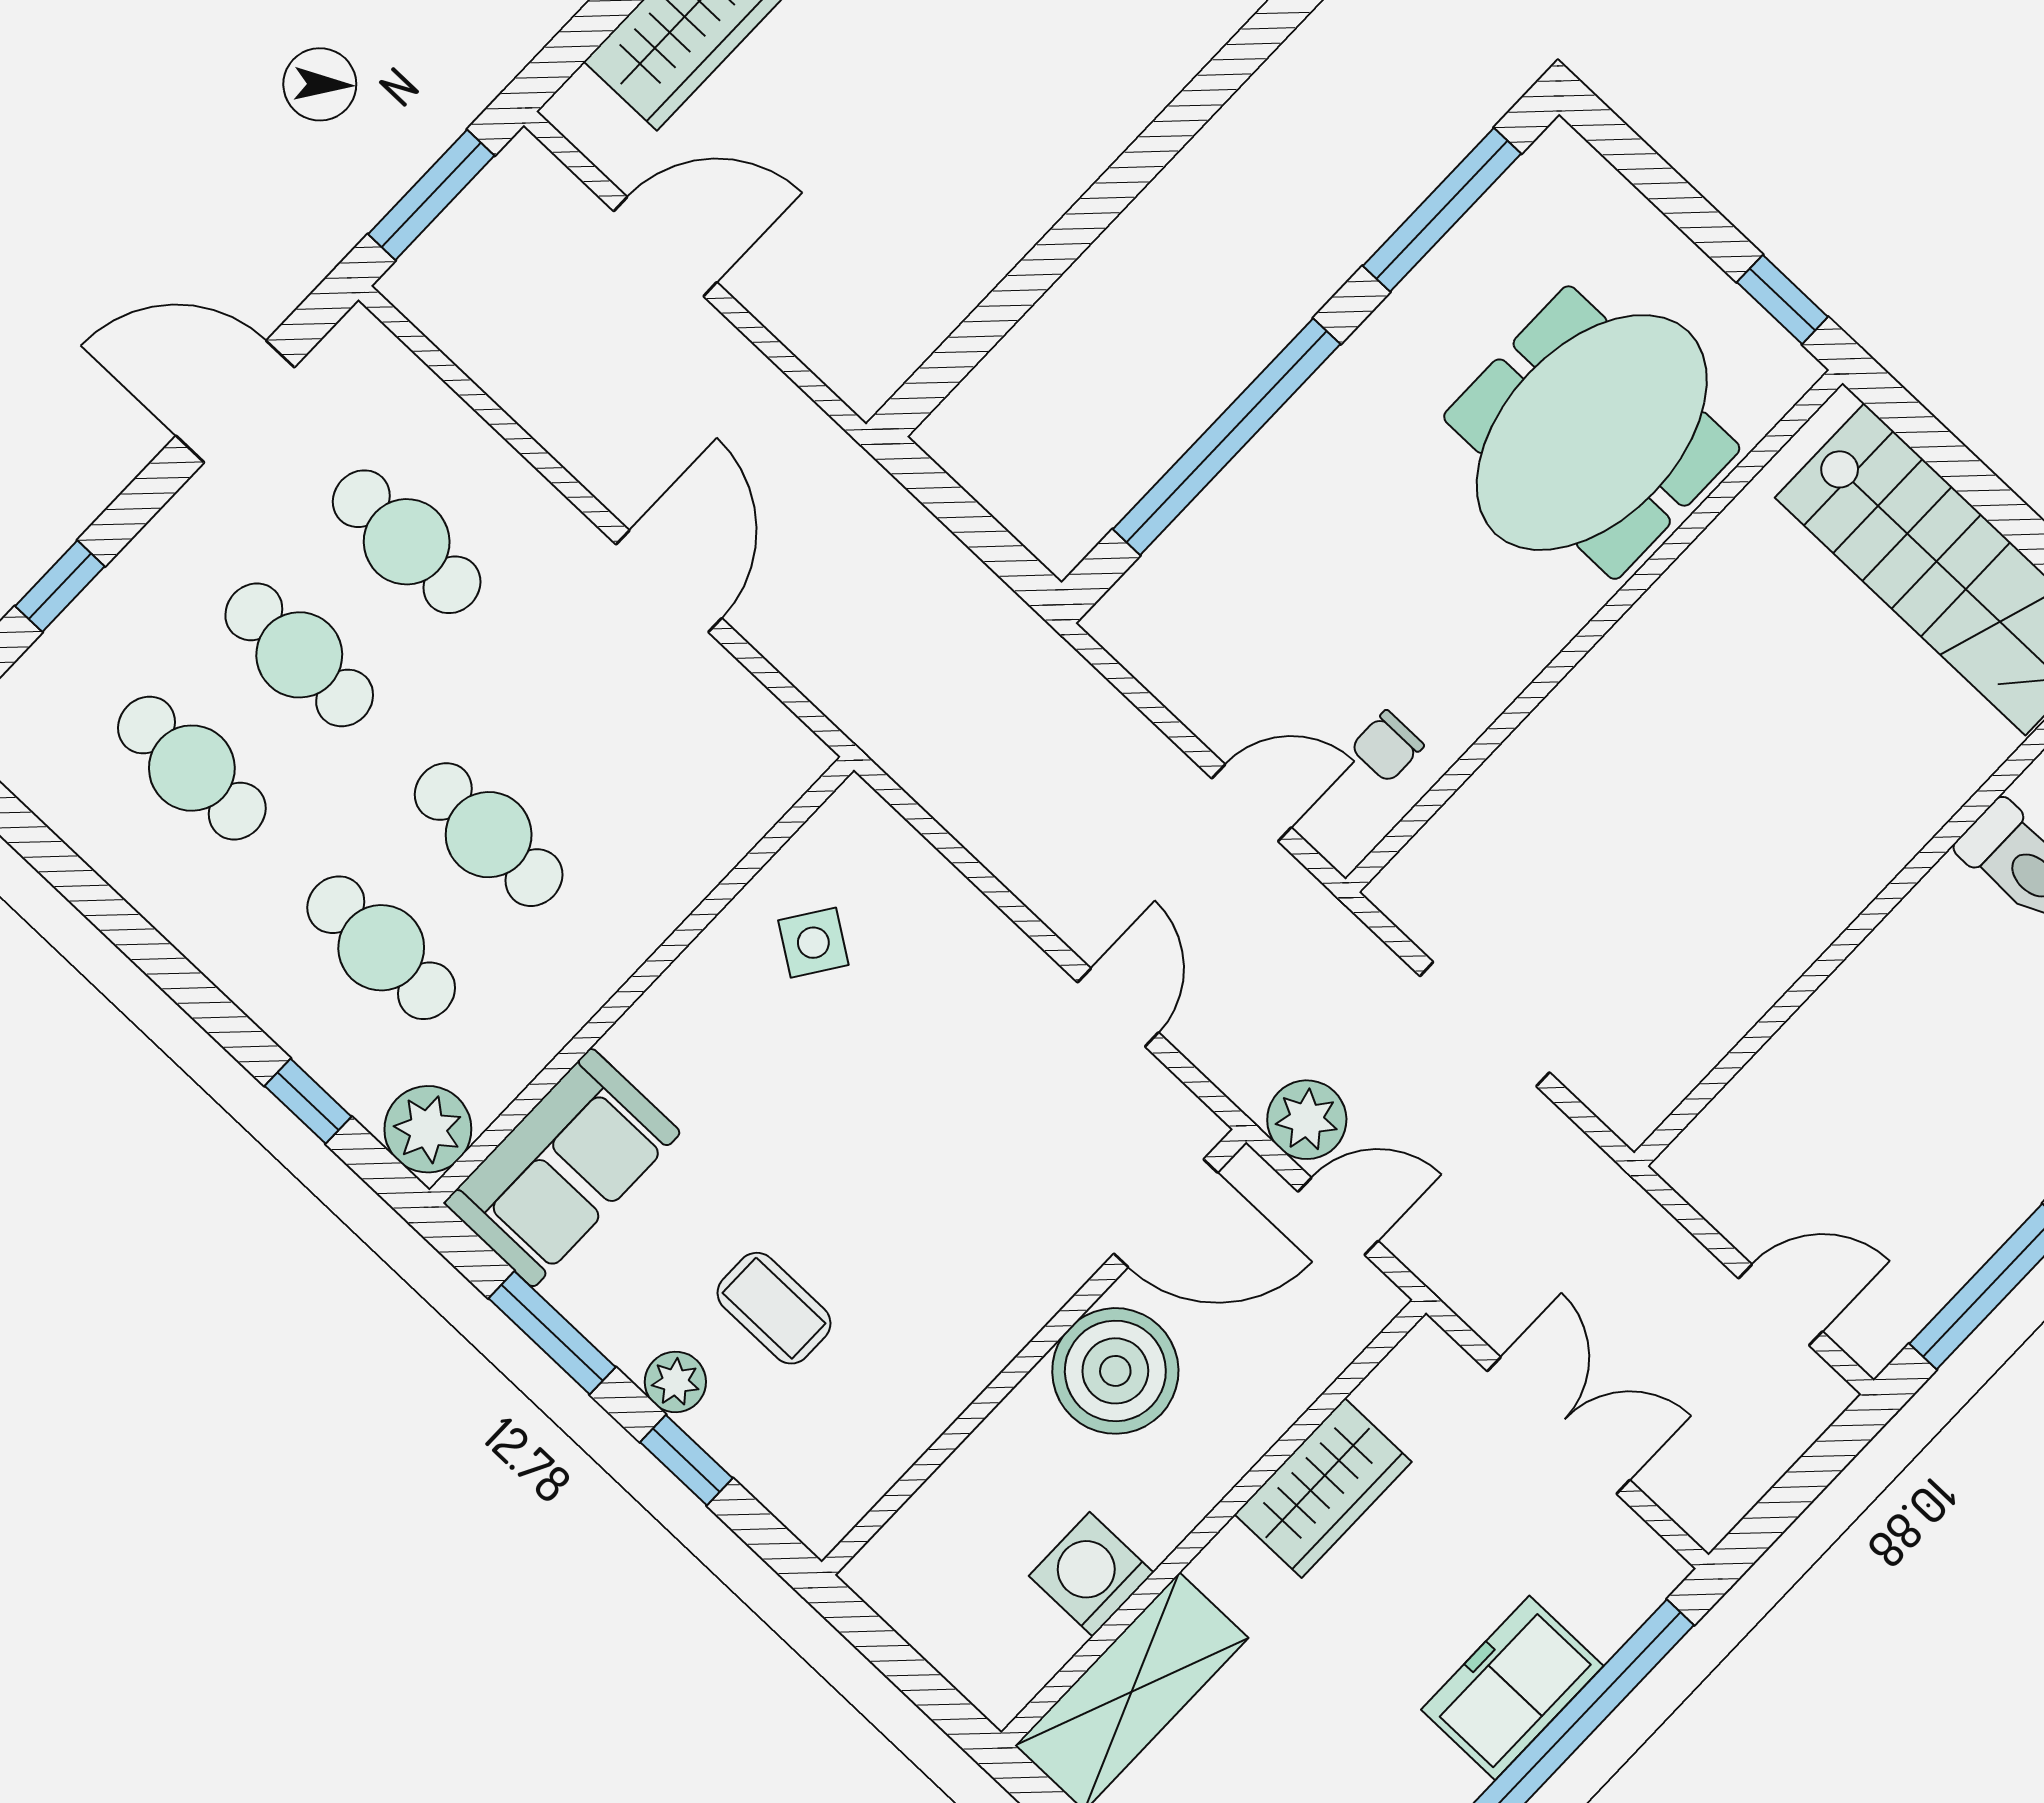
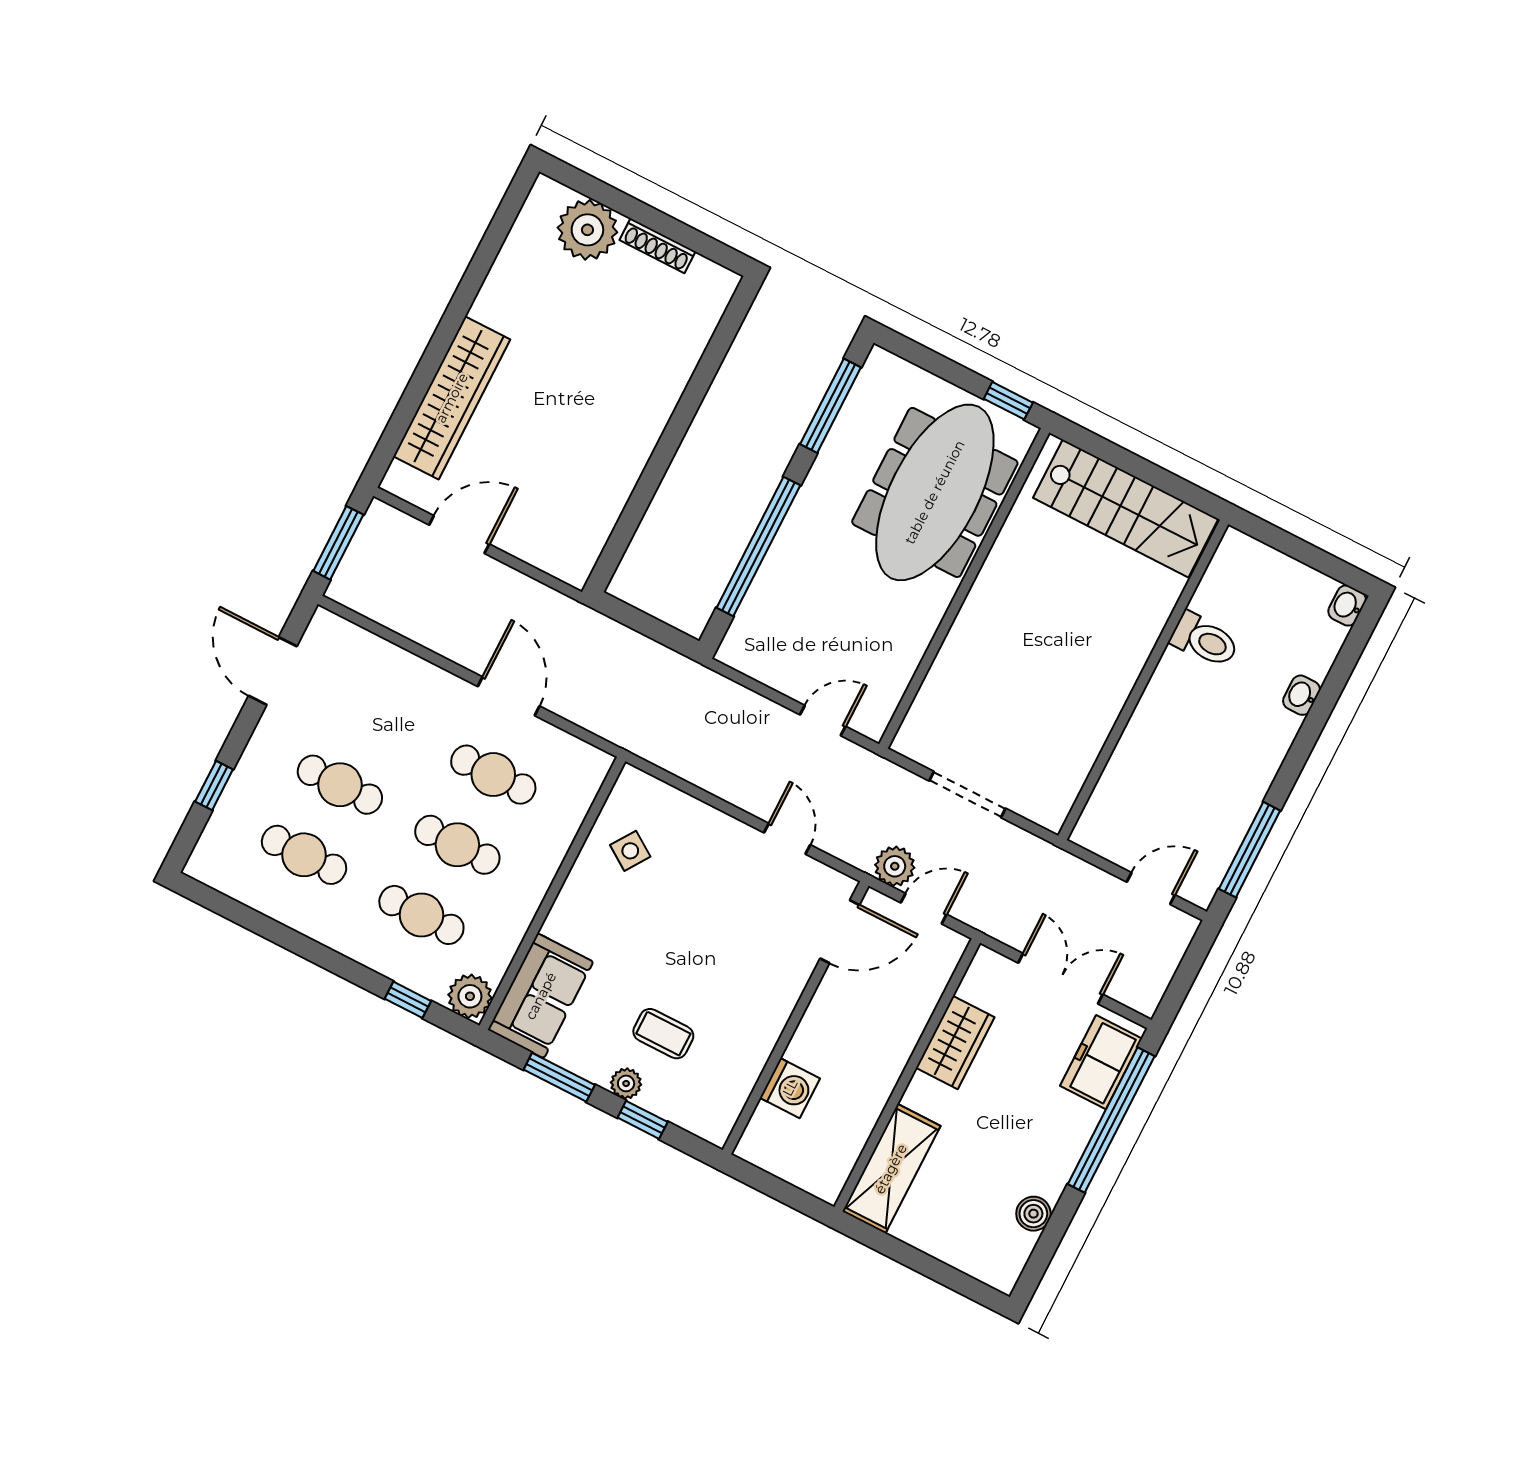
door: (235, 402) -> (273, 671), hinge flipped
meeting table: (1592, 433) -> (935, 492), width x1.36
cafe table: (407, 542) -> (493, 775), moved
chair: (1387, 746) -> (880, 674), removed
boiler: (1115, 1371) -> (838, 1015), removed
washing machine: (1091, 1574) -> (790, 1088), moved, turned 180
freezer: (1512, 1688) -> (1101, 1062), moved

